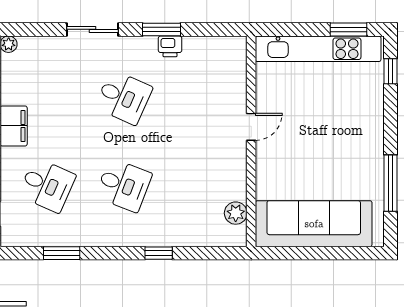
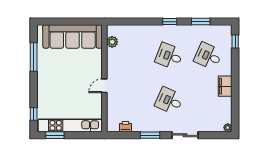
printer: (170, 46) -> (125, 127), moved
window: (159, 253) -> (170, 22), moved

